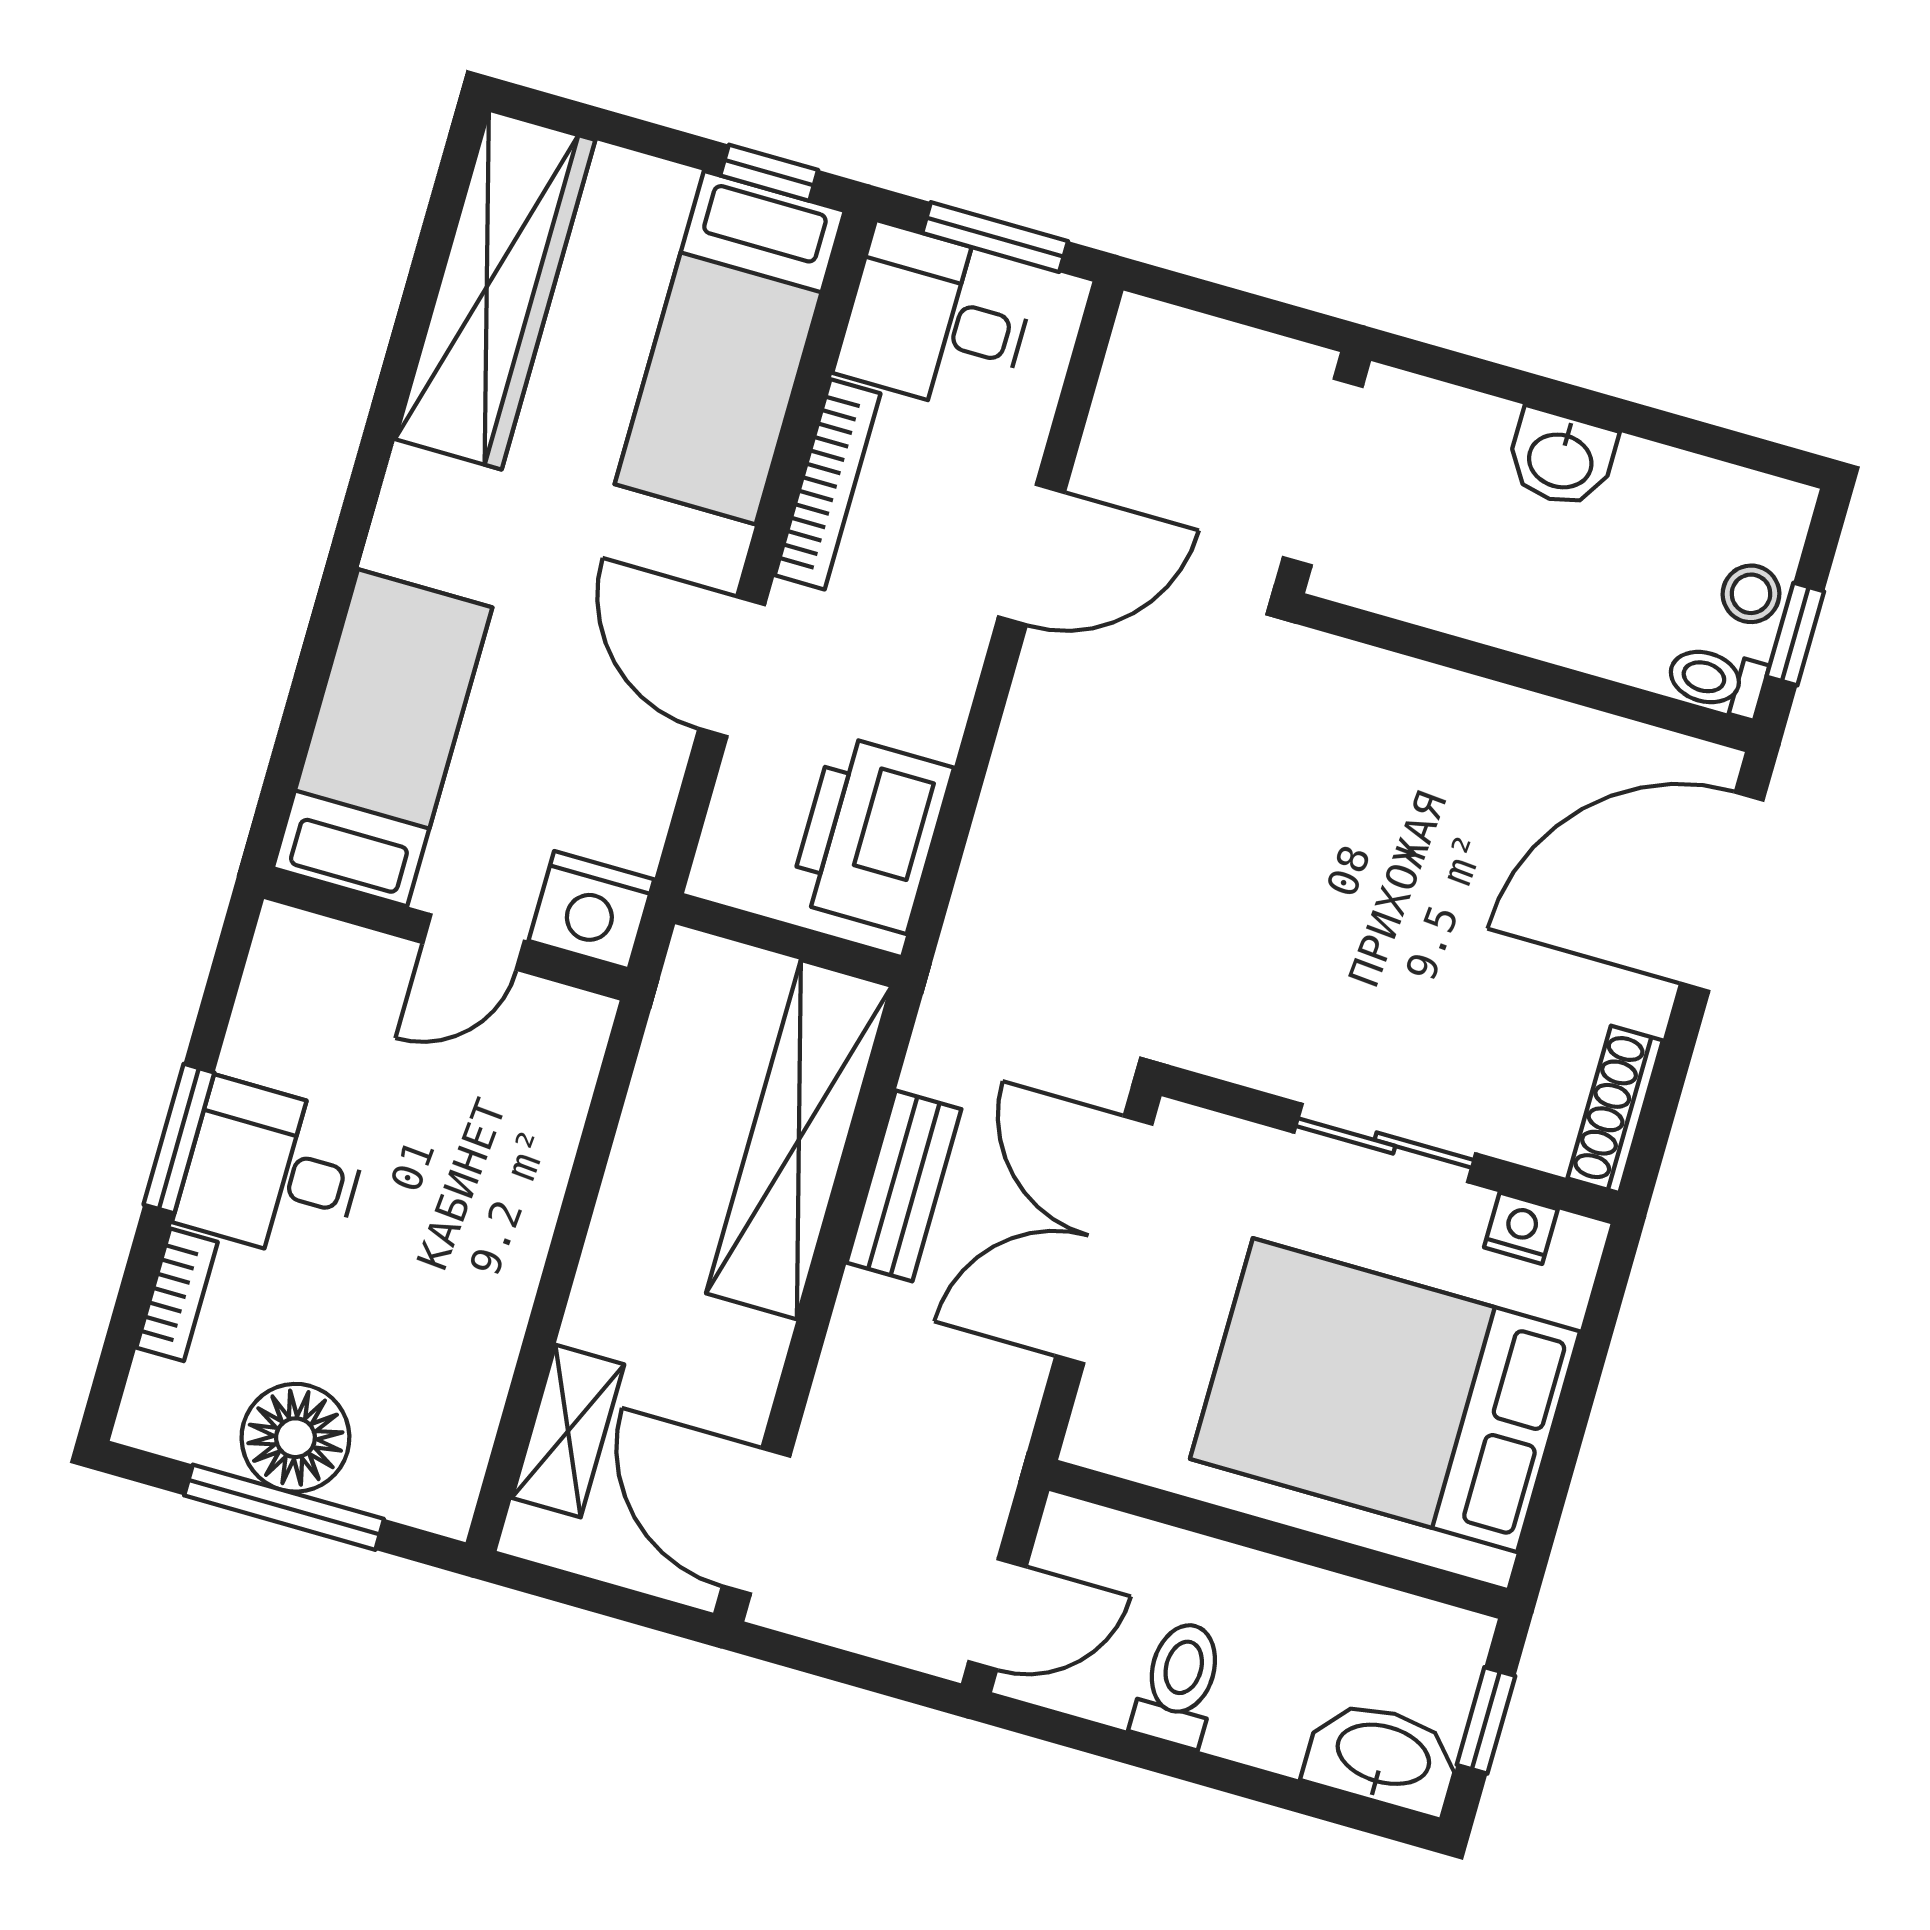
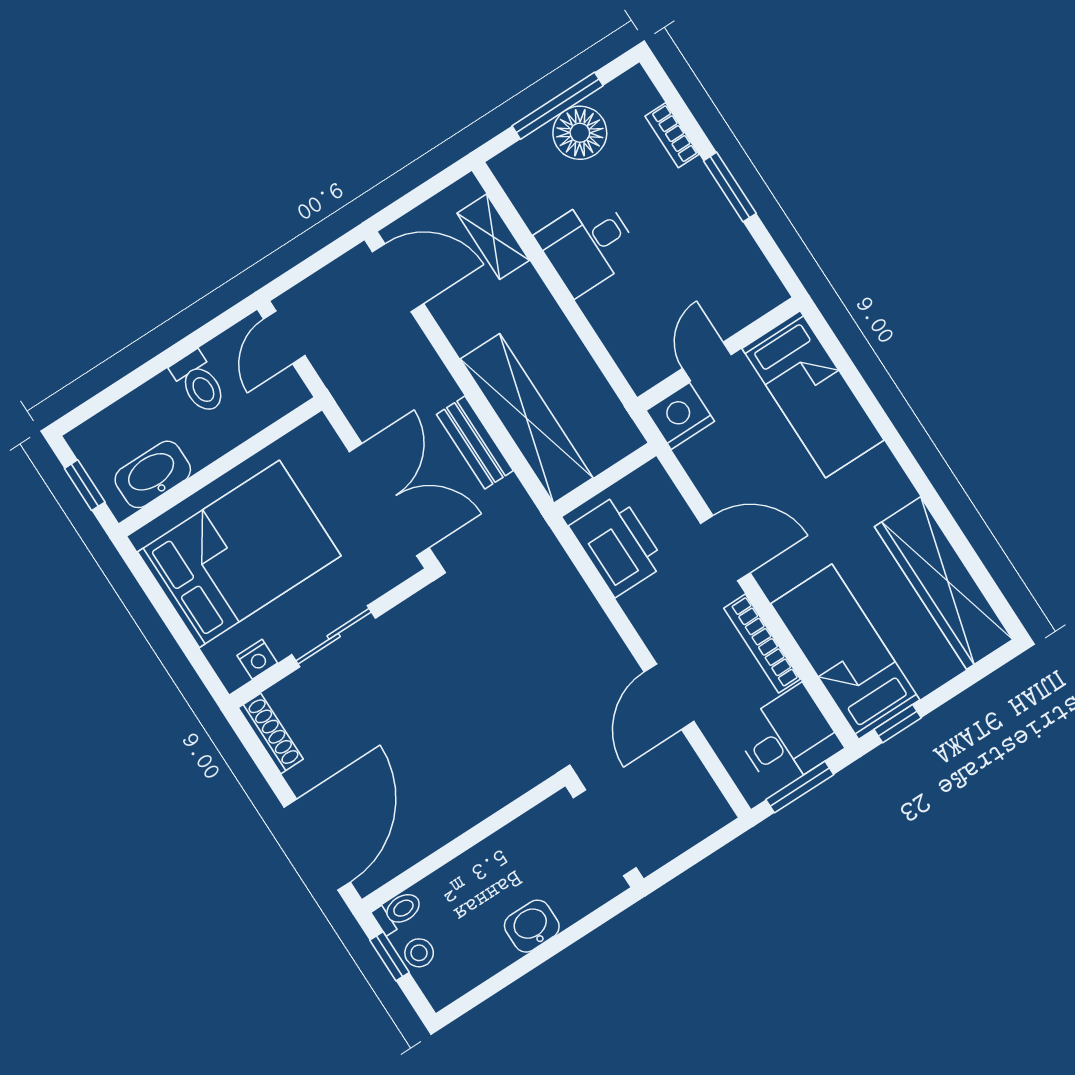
desk: (273, 1171) -> (588, 245), moved, turned 180
washbasin: (1383, 1757) -> (153, 474), moved, turned 180

